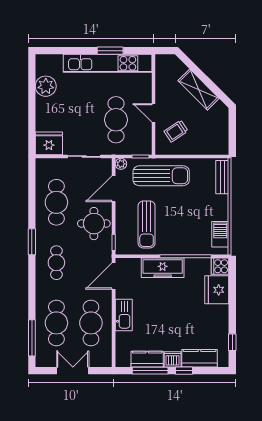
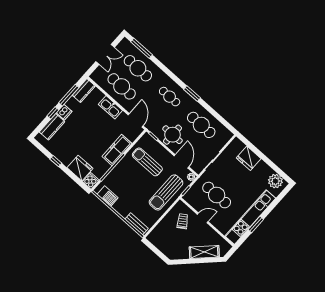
plant: (46, 86) -> (275, 181), moved
shelving: (199, 90) -> (204, 252), moved
fridge: (49, 143) -> (249, 158), moved, turned 90
window: (232, 342) -> (56, 161), moved
kitchen counter: (147, 359) -> (84, 91), moved

